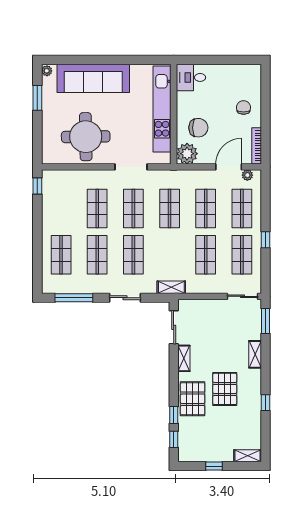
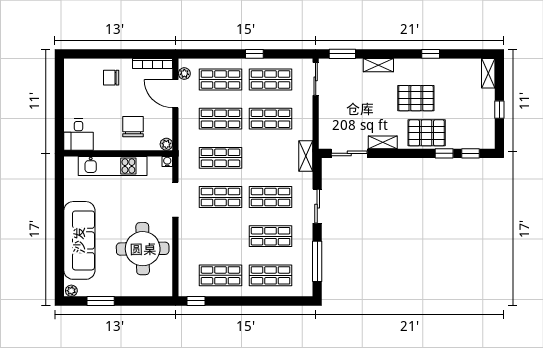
kitchen unit: (162, 109) -> (113, 166), width x0.73
plant: (187, 154) -> (166, 144), width x0.53, depth x0.53
water cooler: (166, 159) -> (167, 162), added
shop shelf: (97, 209) -> (220, 275), moved

